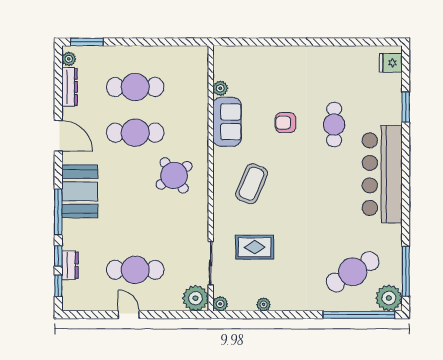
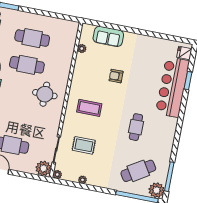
sofa: (227, 122) -> (108, 36), moved, turned 90
cafe table: (334, 125) -> (136, 127), moved
bar counter: (382, 174) -> (172, 87), moved
round table: (174, 175) -> (45, 94), turned 35
coffee table: (252, 184) -> (89, 108), turned 67

